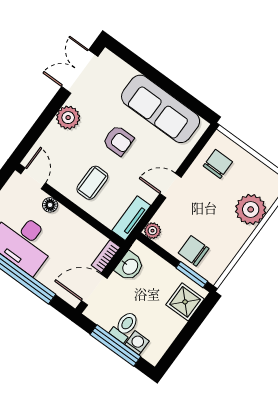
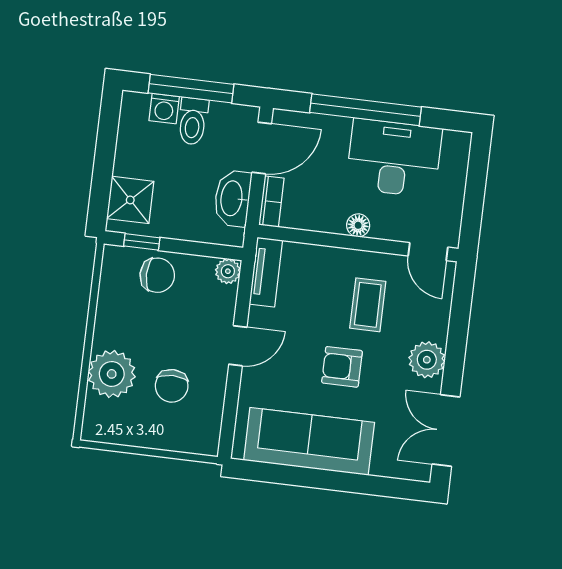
double door: (80, 72) -> (446, 430), swing flipped
chair: (218, 164) -> (172, 386), moved
coffee table: (92, 183) -> (368, 305), moved
floor lamp: (50, 205) -> (358, 225), moved
washbasin: (130, 266) -> (232, 198), width x1.38
window: (192, 275) -> (142, 242), width x0.67

